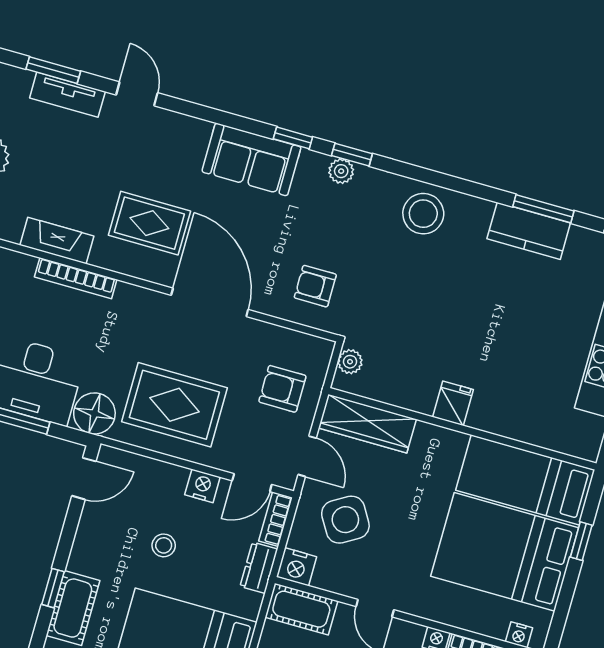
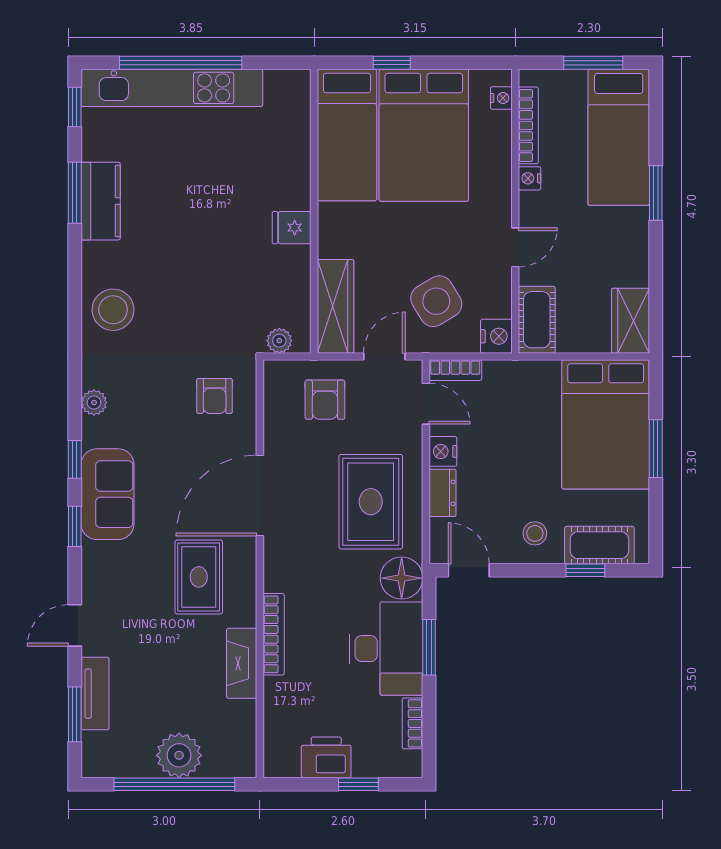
window: (352, 155) -> (75, 526), moved
stool: (164, 545) -> (535, 533), moved
dresser: (259, 568) -> (442, 493), moved, turned -90

